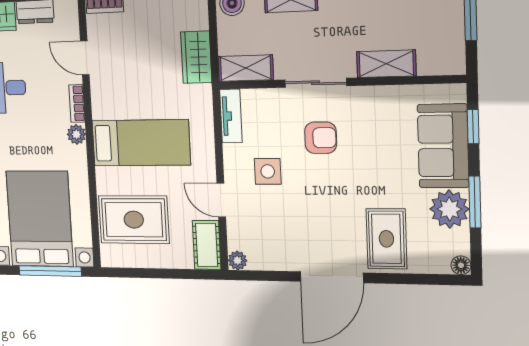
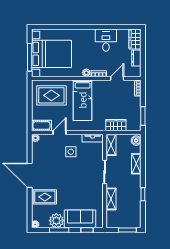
armchair: (321, 138) -> (84, 173), removed
rug: (134, 220) -> (51, 95), turned 90

